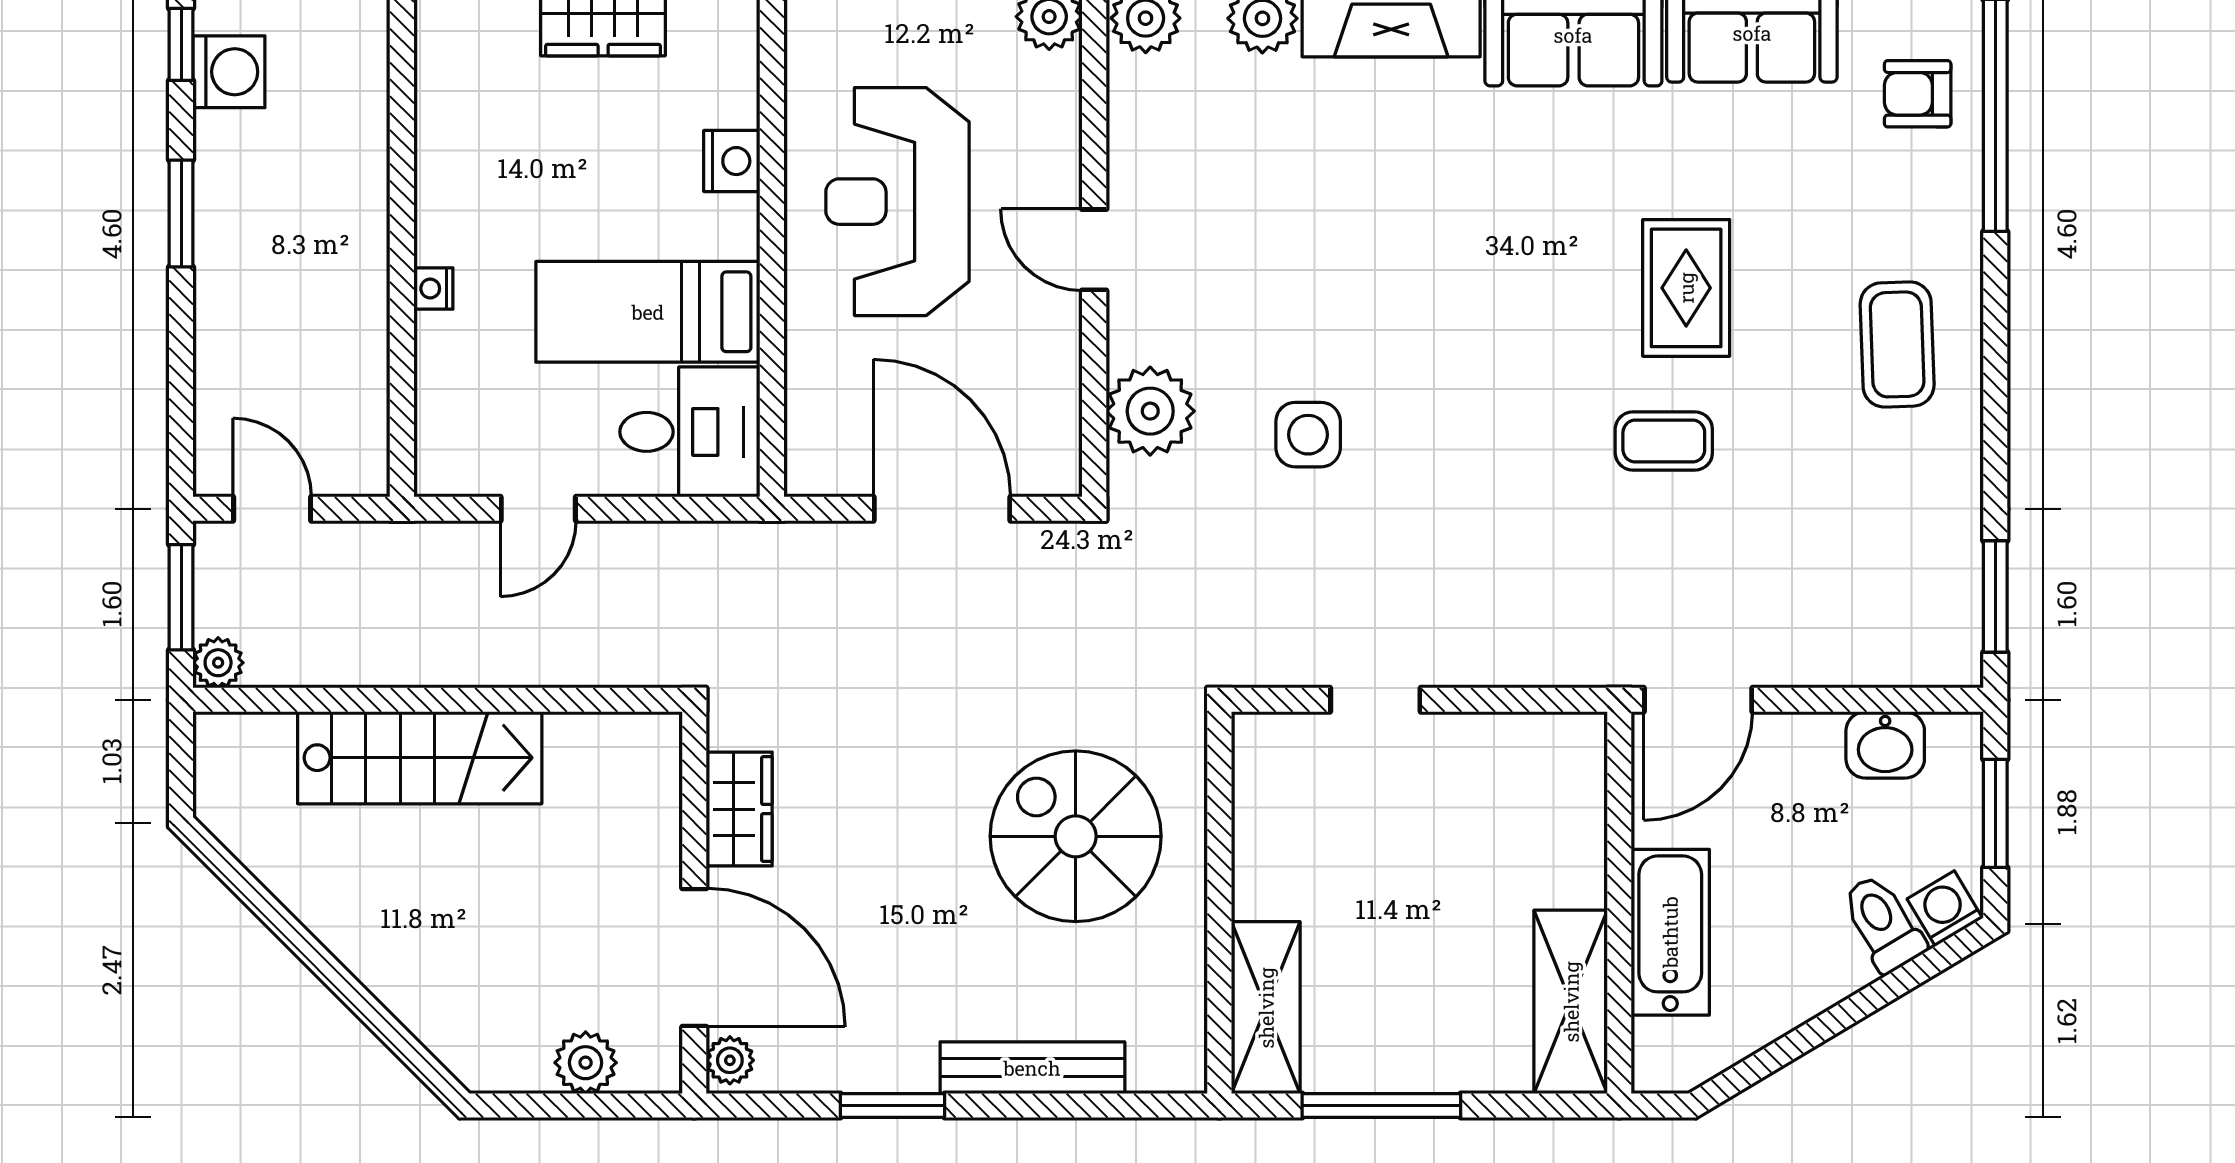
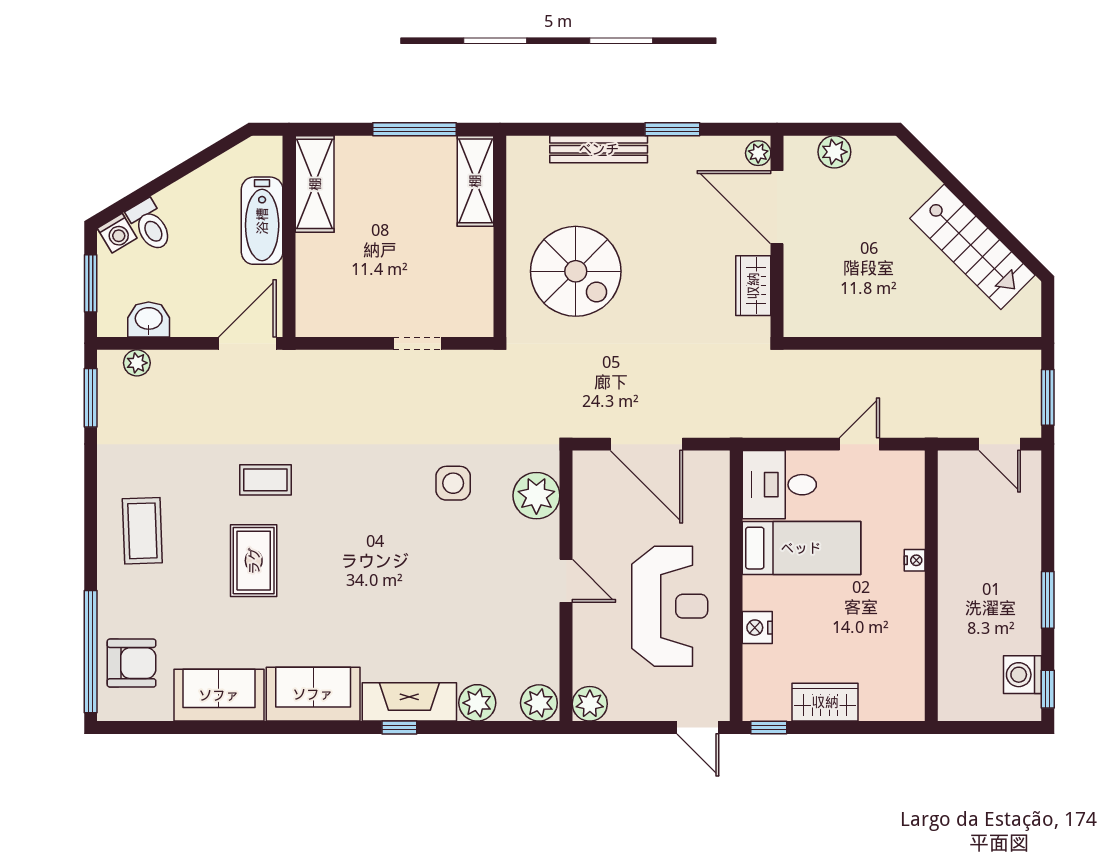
armchair: (1918, 94) -> (132, 663), width x1.38, depth x1.38
plant: (218, 663) -> (137, 363), moved
stairs: (420, 758) -> (972, 247), moved, turned -135

